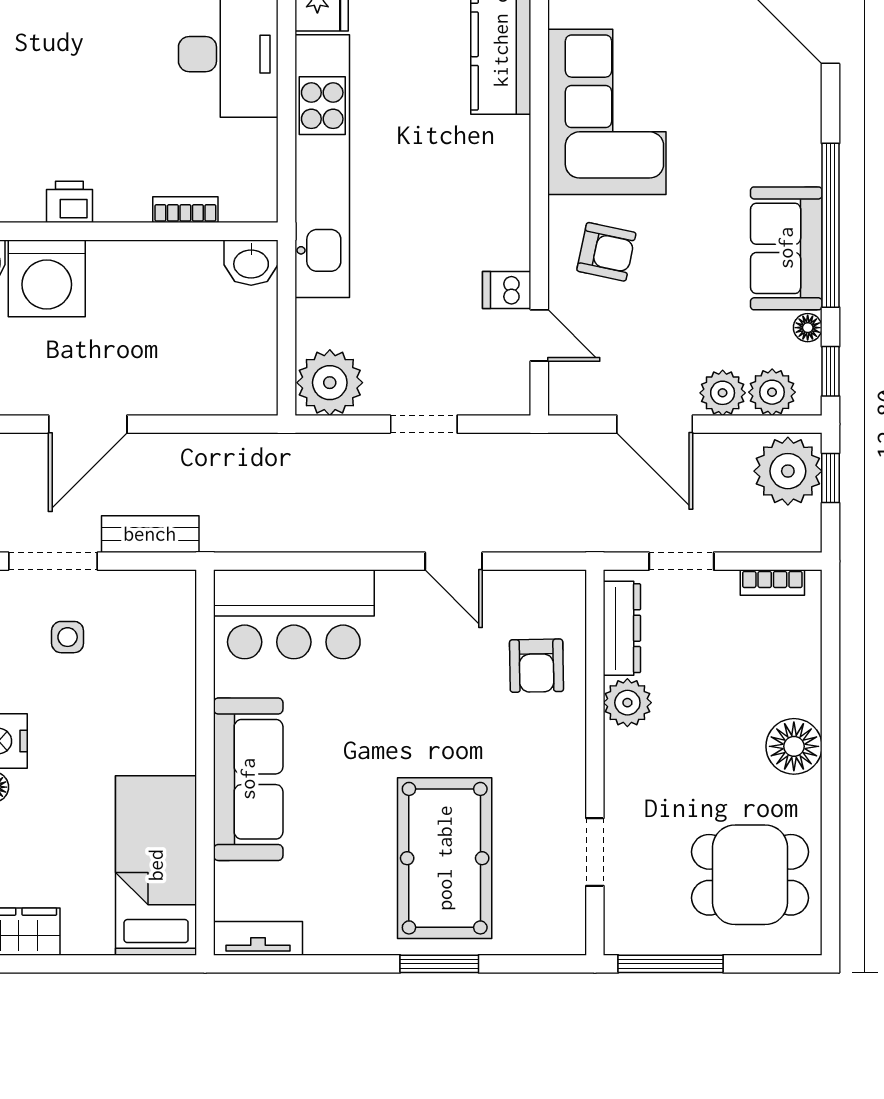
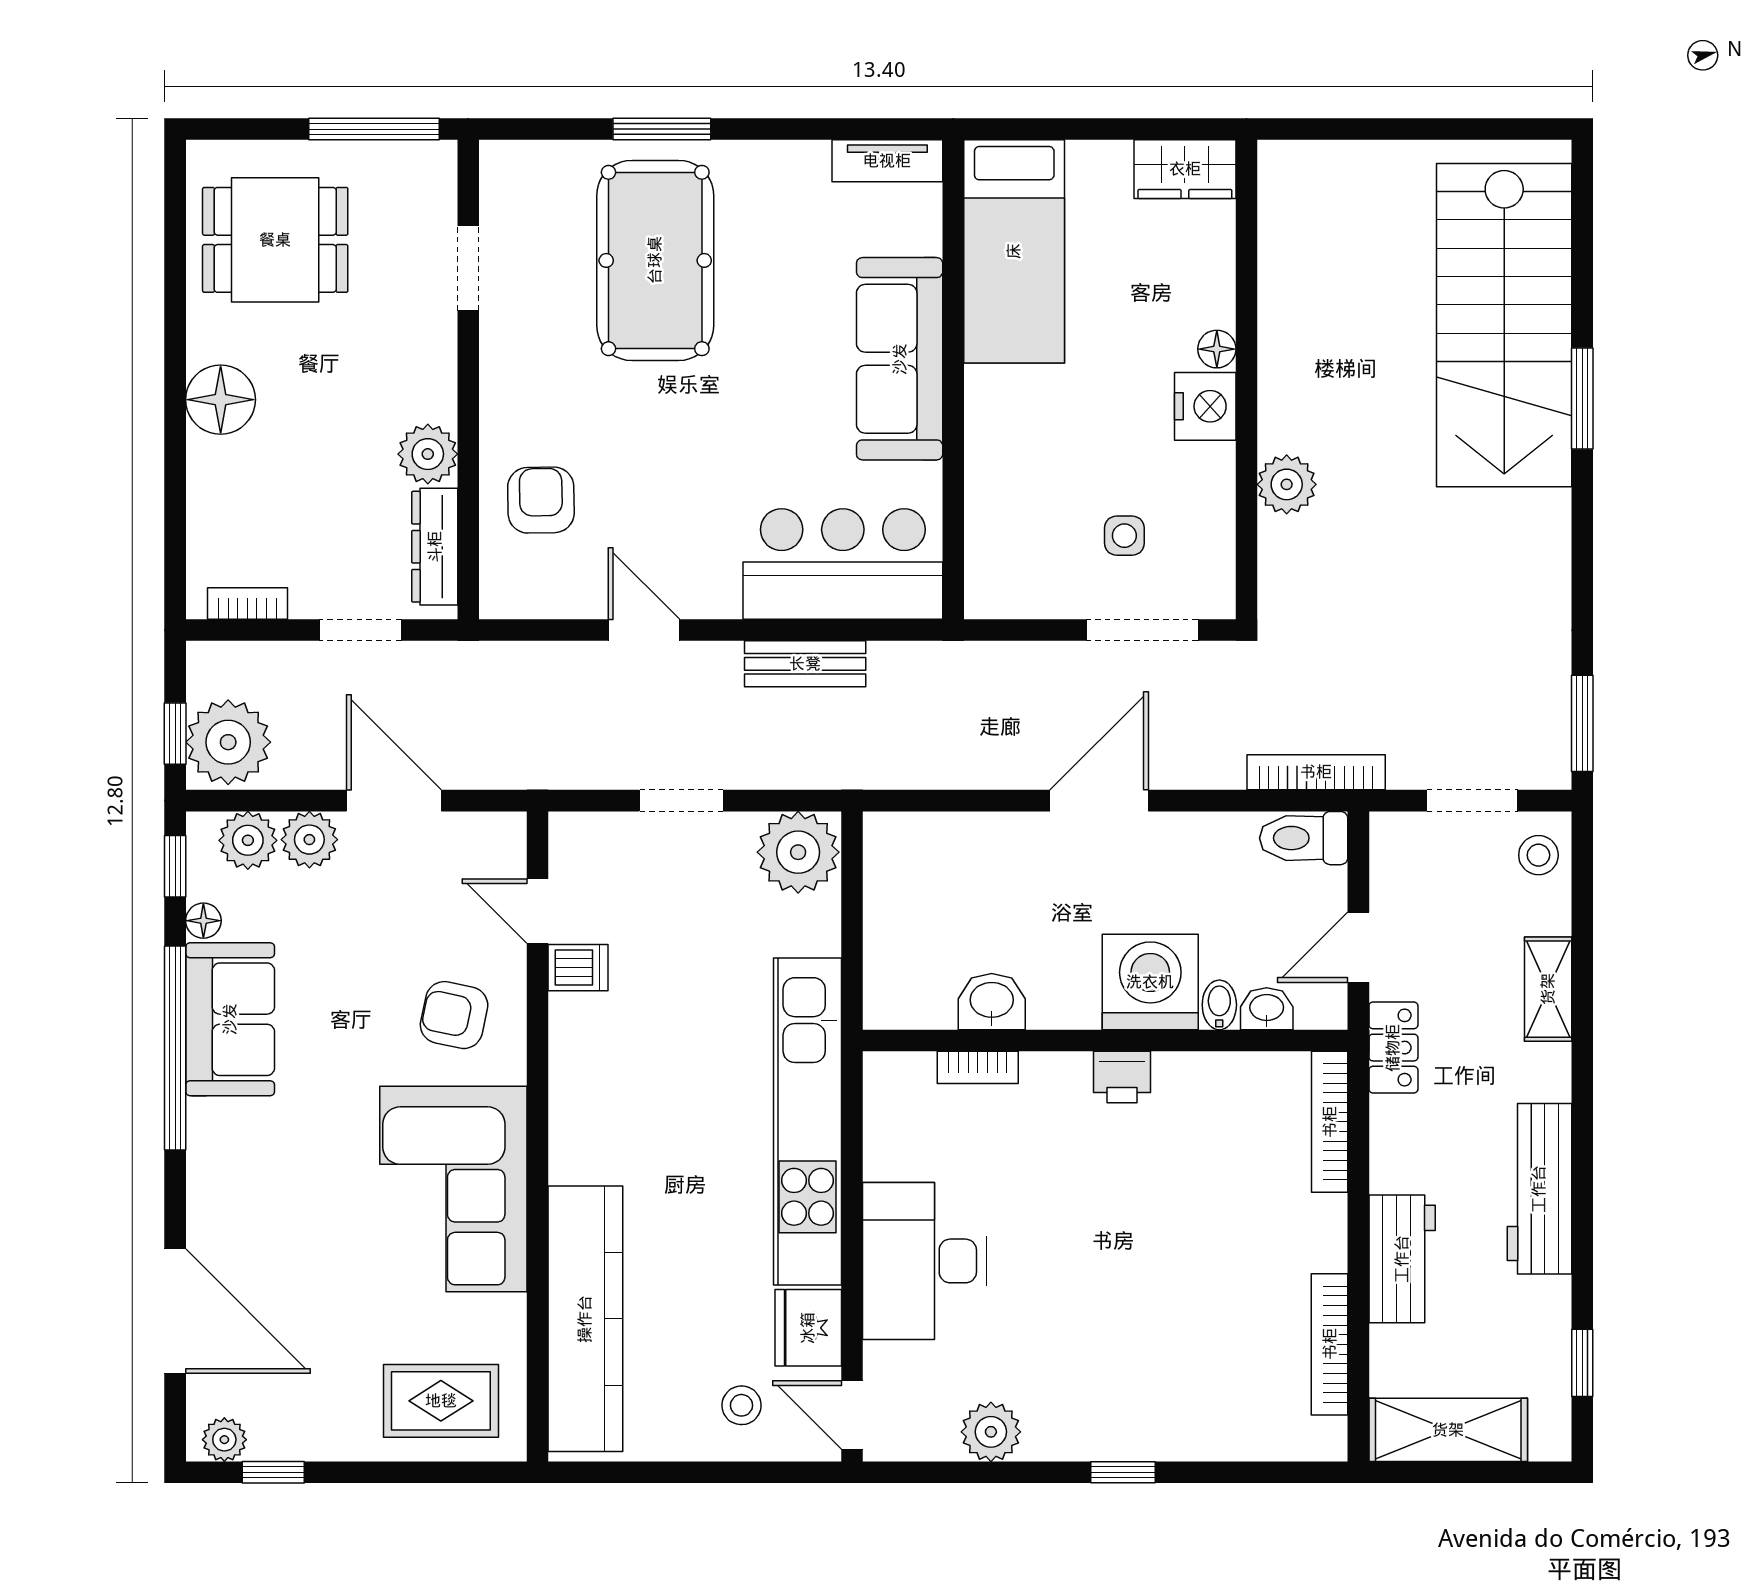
washbasin: (251, 263) -> (992, 1002), moved
bench: (150, 534) -> (805, 664), moved

